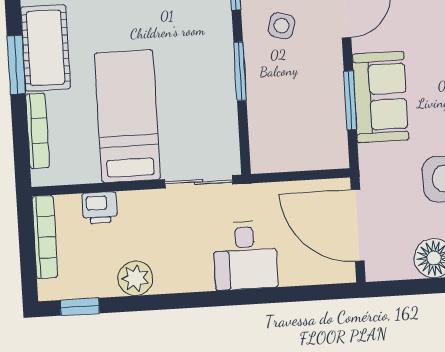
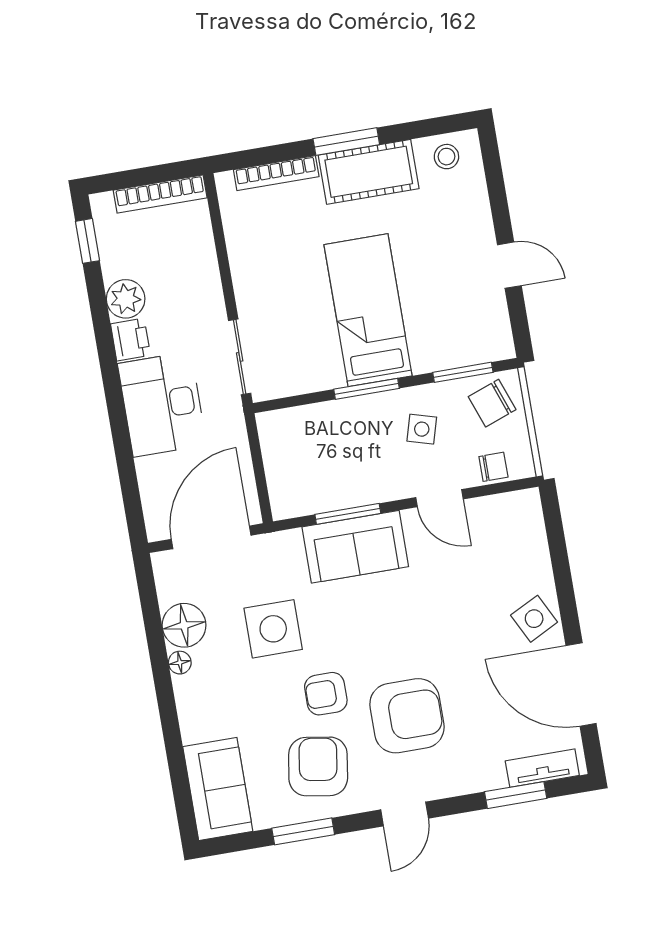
bed: (127, 116) -> (368, 310), moved, turned -90
printer: (100, 208) -> (130, 340), moved, turned 180
desk: (245, 255) -> (162, 404), width x1.37

